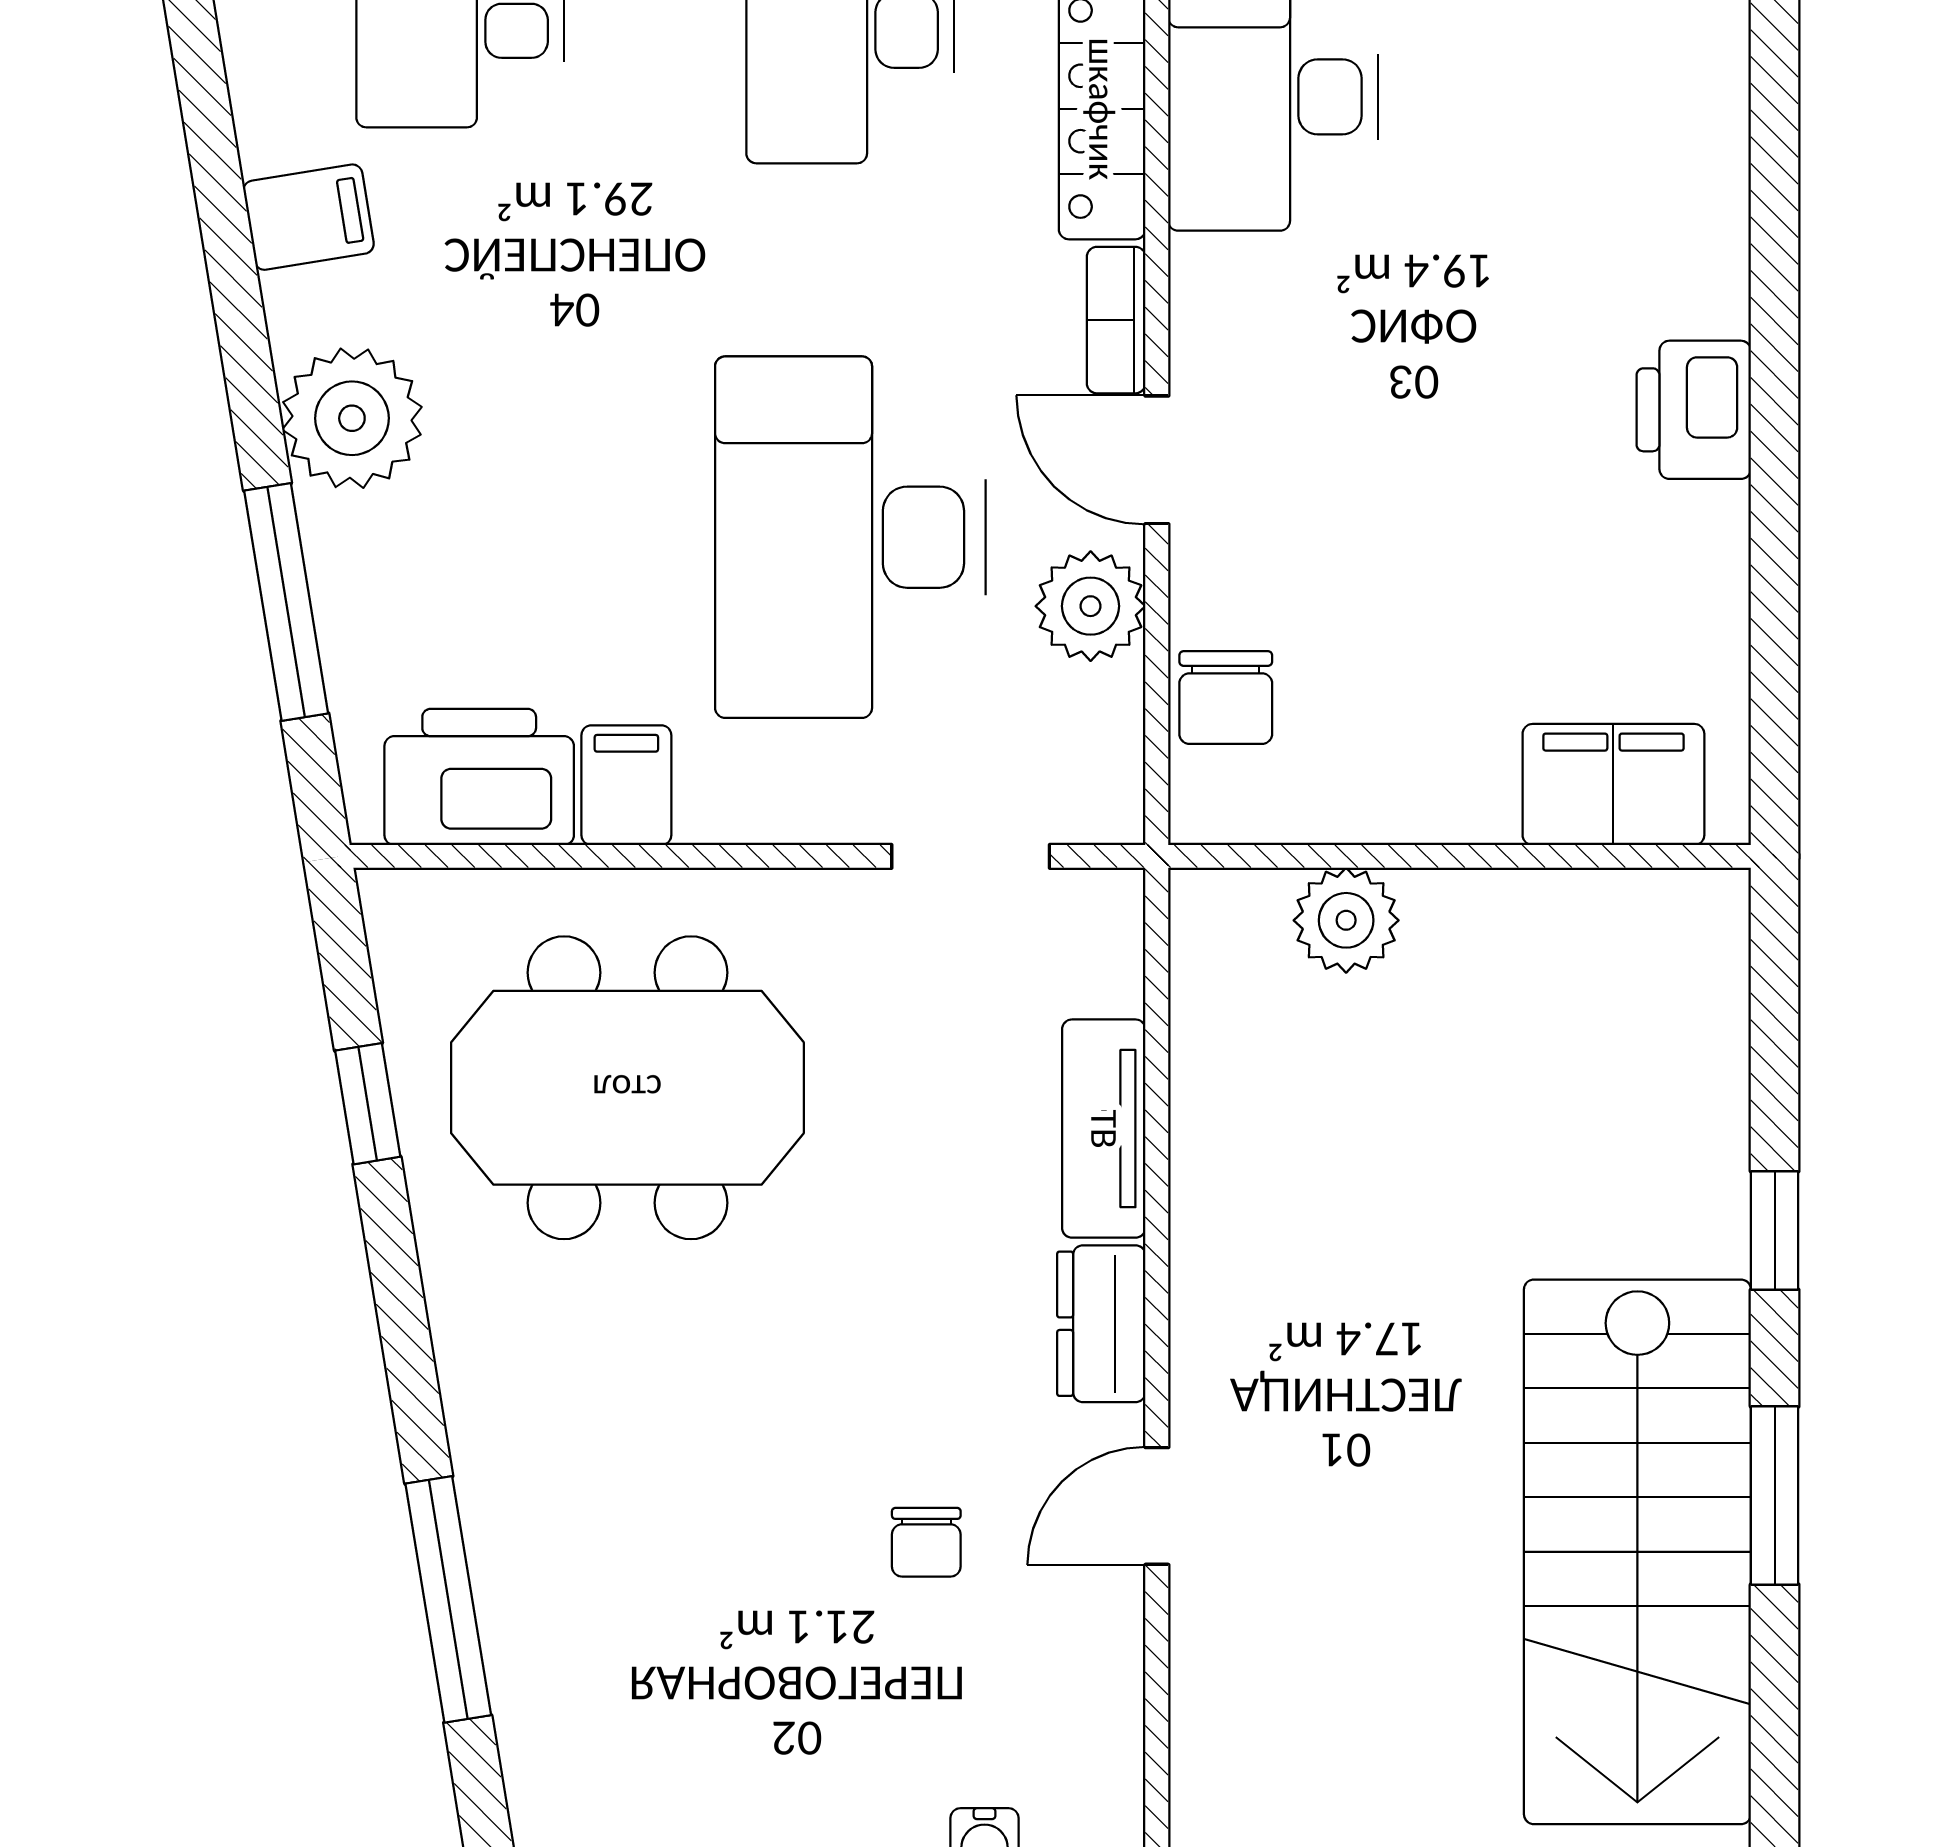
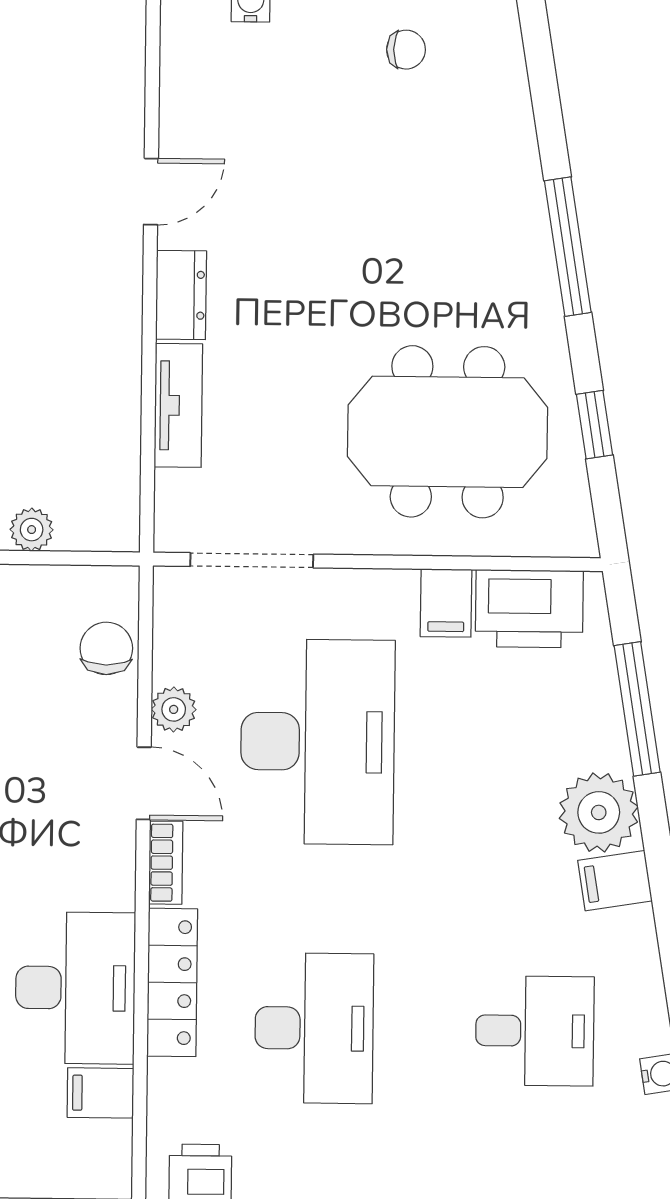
filing cabinet: (309, 217) -> (615, 881), moved
plant: (1091, 606) -> (174, 709), width x0.73, depth x0.73
doorway: (971, 856) -> (252, 560), width x1.38
plant: (1346, 920) -> (32, 530), width x0.73, depth x0.73
chair: (926, 1542) -> (406, 50), moved, turned 90
window: (448, 1599) -> (568, 247), moved

